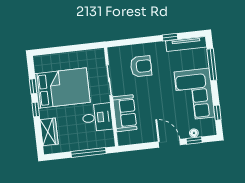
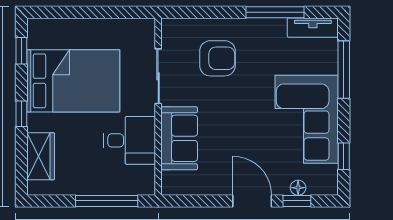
window: (170, 37) -> (275, 12), width x2.17
tv unit: (186, 44) -> (313, 28), width x0.71
window: (33, 86) -> (21, 51), moved

